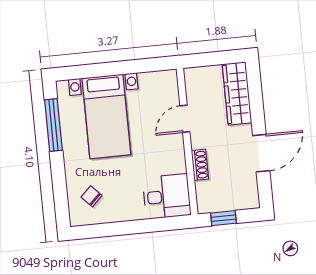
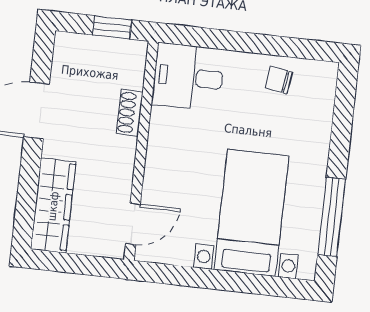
door: (185, 119) -> (133, 224), moved
chair: (92, 196) -> (279, 80), moved, turned 143

